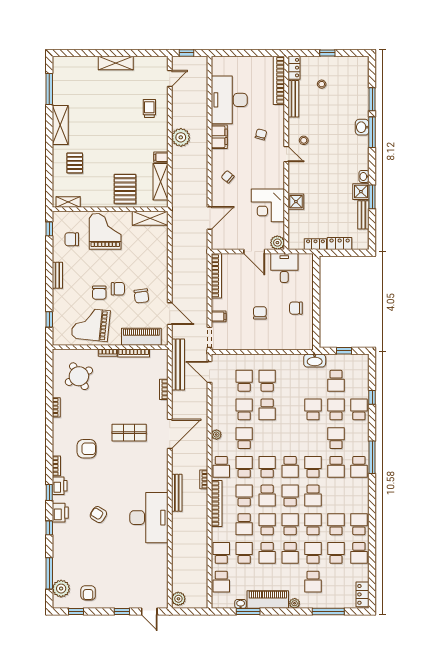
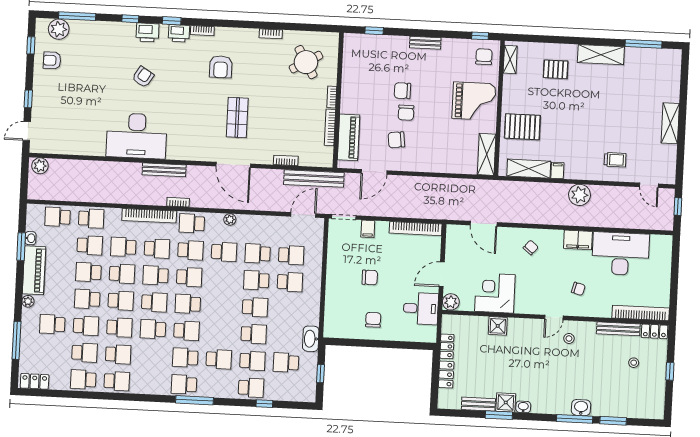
chair: (72, 239) -> (484, 57), moved
grand piano: (91, 324) -> (366, 79), removed
school desk: (244, 409) -> (258, 253), turned 180
school desk: (290, 409) -> (255, 307), added

